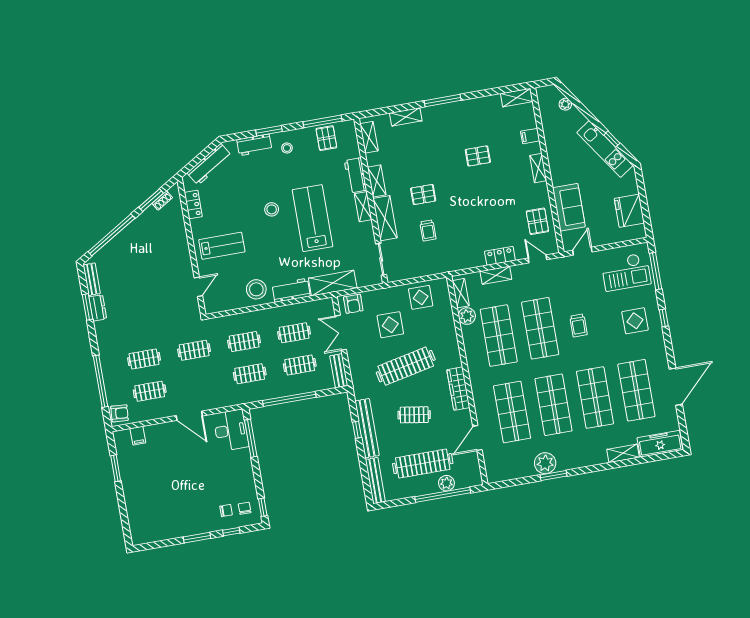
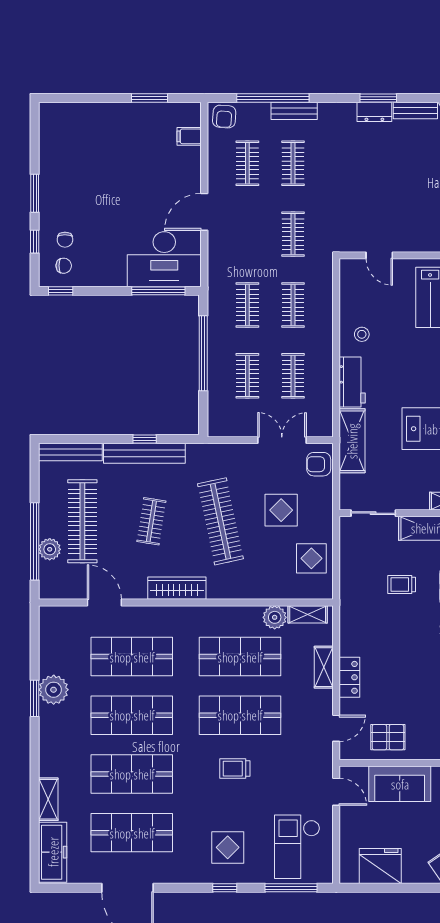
stool: (256, 289) -> (362, 334), width x0.53, depth x0.53
bench: (339, 371) -> (294, 111), moved
desk: (231, 430) -> (164, 259), width x1.36, depth x1.30

